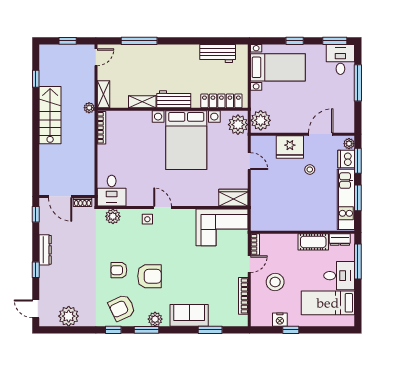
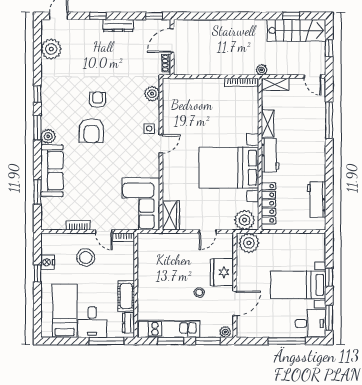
bed with nightstands: (278, 67) -> (298, 285), moved, turned 90
stairs: (50, 115) -> (297, 30), moved
door: (321, 134) -> (235, 303), hinge flipped
dishwasher: (346, 159) -> (210, 329), removed
desk: (112, 191) -> (178, 93), removed
bookcase: (243, 296) -> (78, 225), width x0.64
armchair: (122, 308) -> (60, 103), removed
sofa: (189, 315) -> (52, 171), width x1.36

